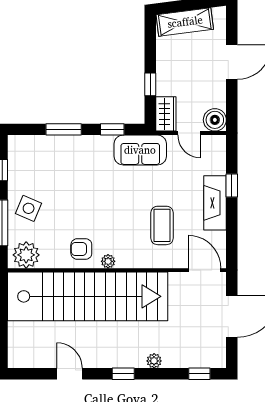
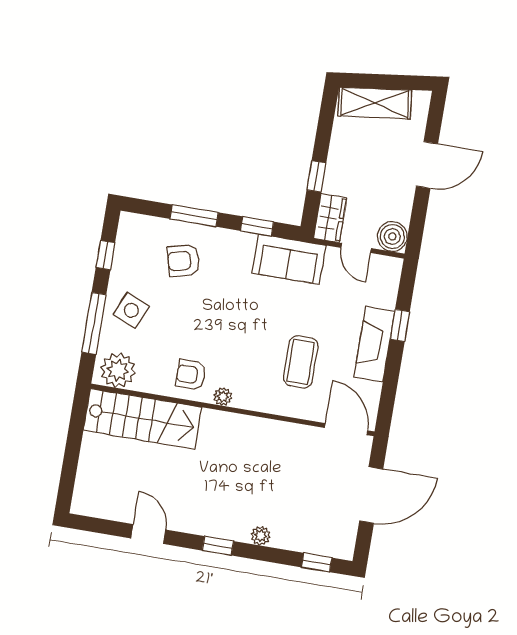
armchair: (61, 164) -> (184, 261), added
stairs: (88, 296) -> (143, 419), width x0.54, depth x0.66

